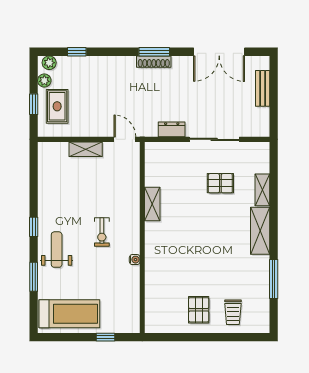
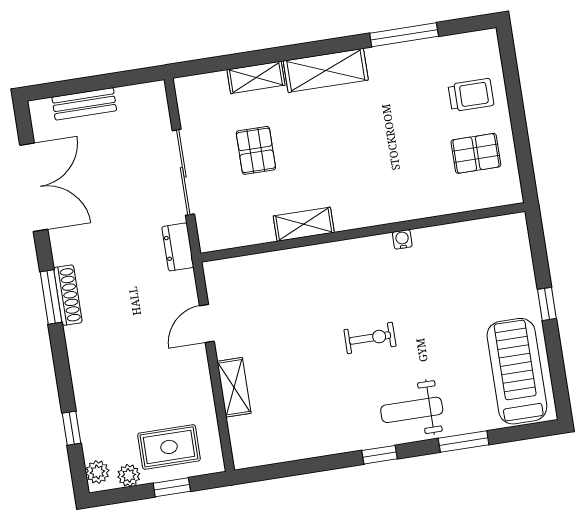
shelving: (152, 204) -> (304, 224), moved
wall: (142, 237) -> (363, 232), moved
water cooler: (135, 260) -> (402, 239), moved

